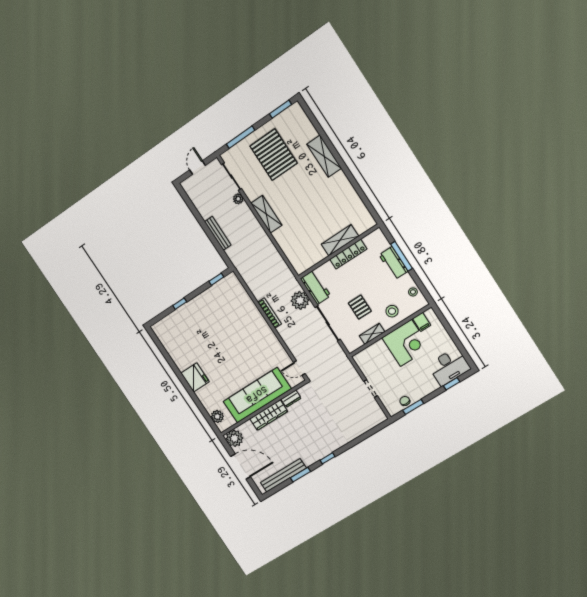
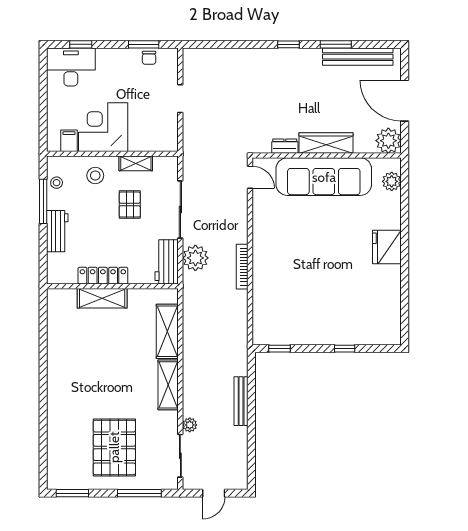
shelving: (324, 156) -> (167, 331), moved
window: (402, 256) -> (43, 201), moved

